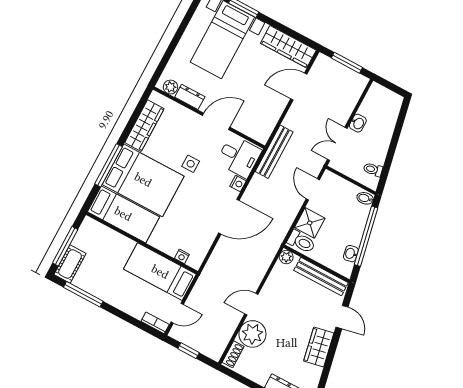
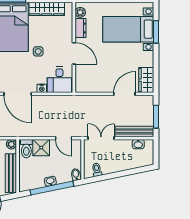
wardrobe: (288, 47) -> (146, 80), width x0.67
door: (299, 87) -> (124, 94), hinge flipped
washbasin: (358, 123) -> (138, 144), moved
bench: (274, 152) -> (134, 131), moved
door: (313, 189) -> (64, 138), swing flipped
washbasin: (351, 254) -> (50, 181), moved

